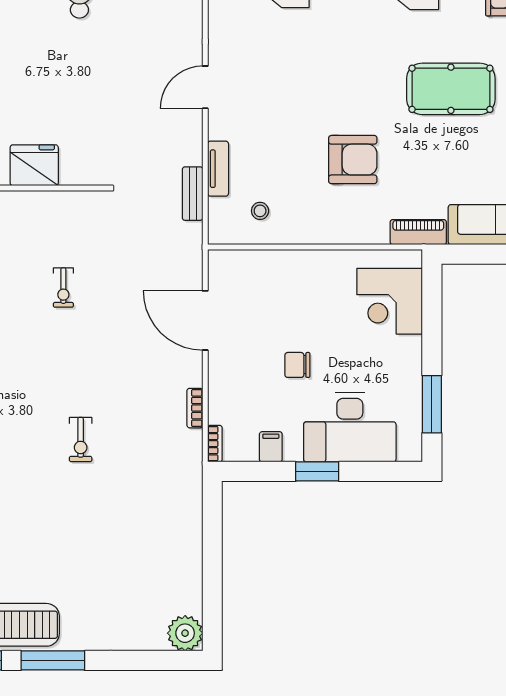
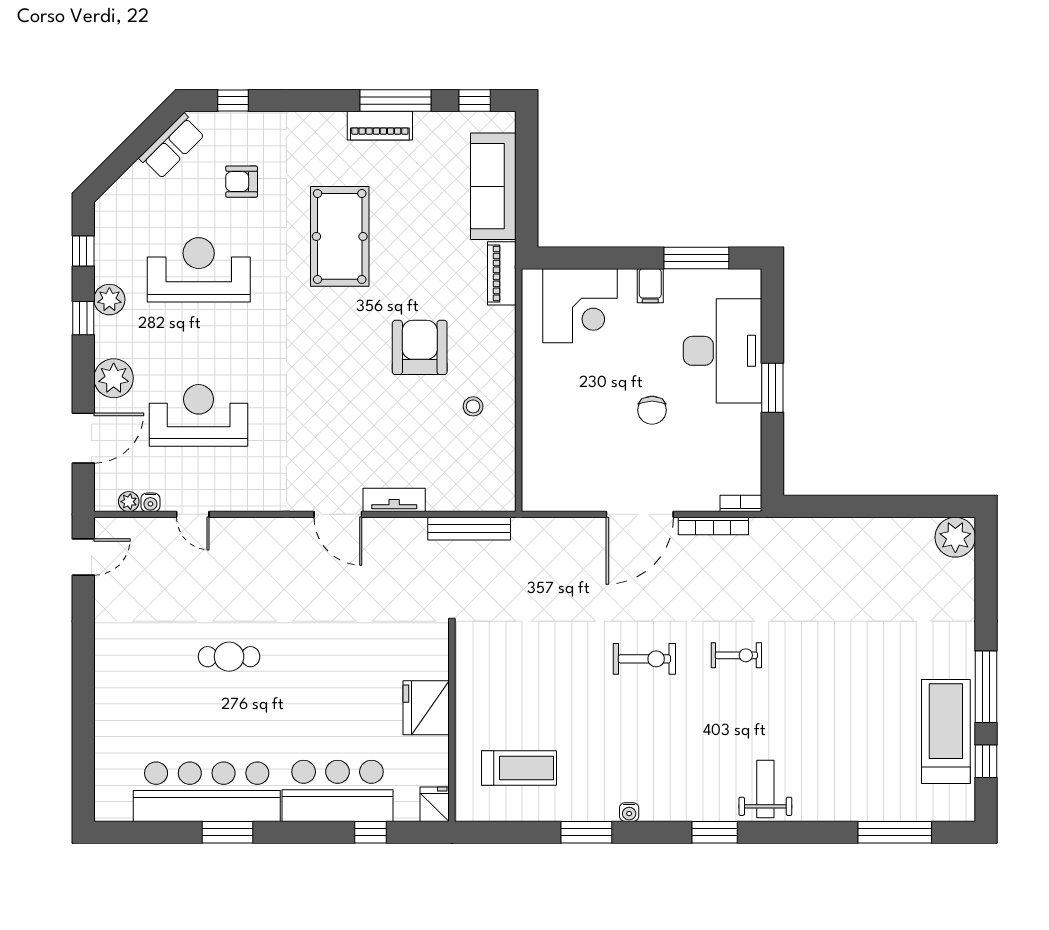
tv unit: (218, 169) -> (394, 500), moved
bench: (193, 194) -> (469, 529), width x1.36
stool: (260, 211) -> (473, 406), moved
exercise bike: (63, 287) -> (644, 659), moved, width x1.38, depth x1.39
door: (205, 320) -> (640, 514), moved
bookcase: (195, 408) -> (713, 526), width x1.56
filing cabinet: (271, 447) -> (650, 286), moved, turned -90

